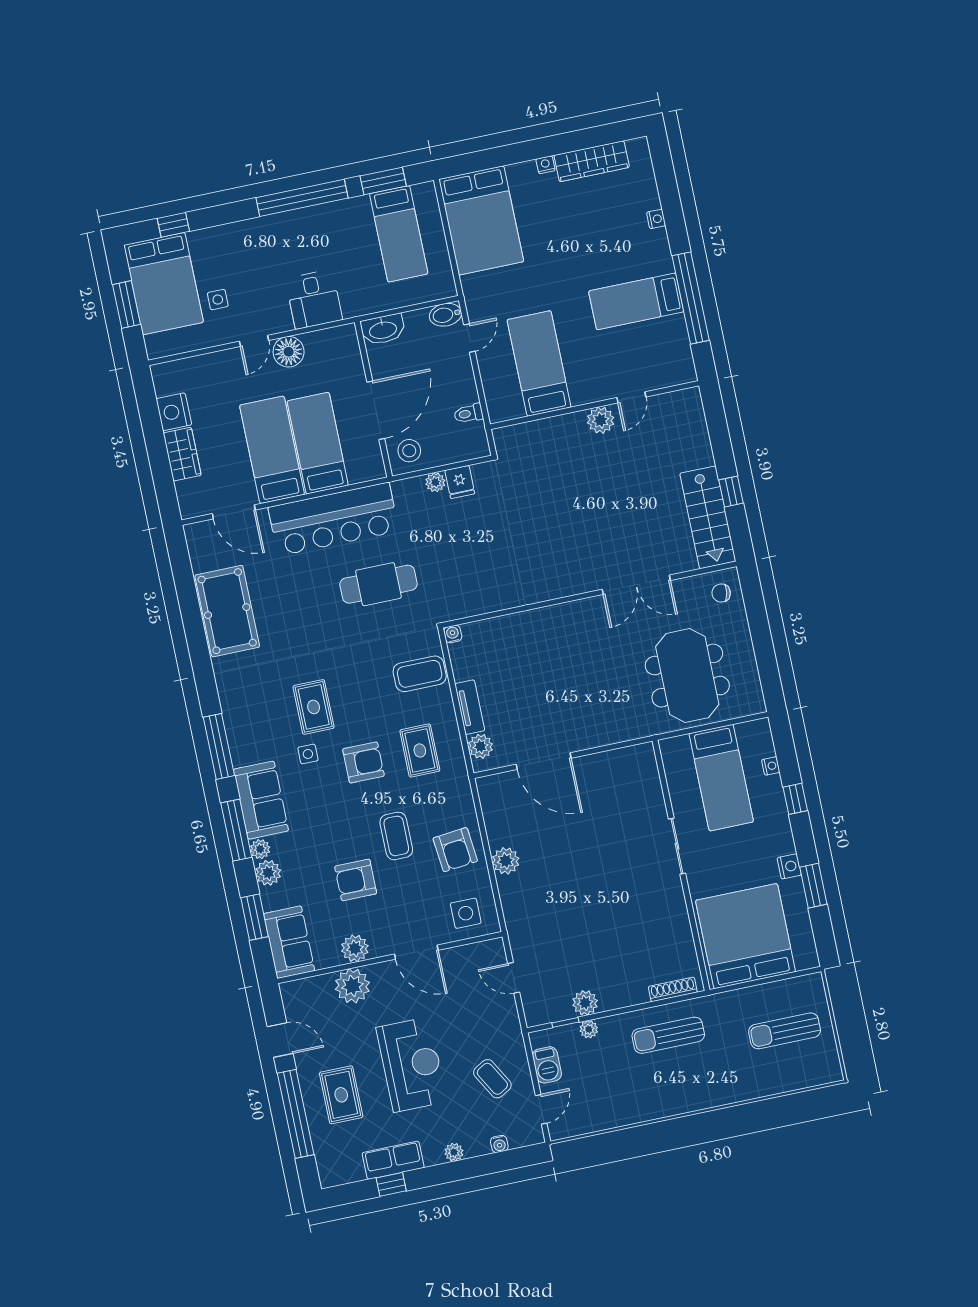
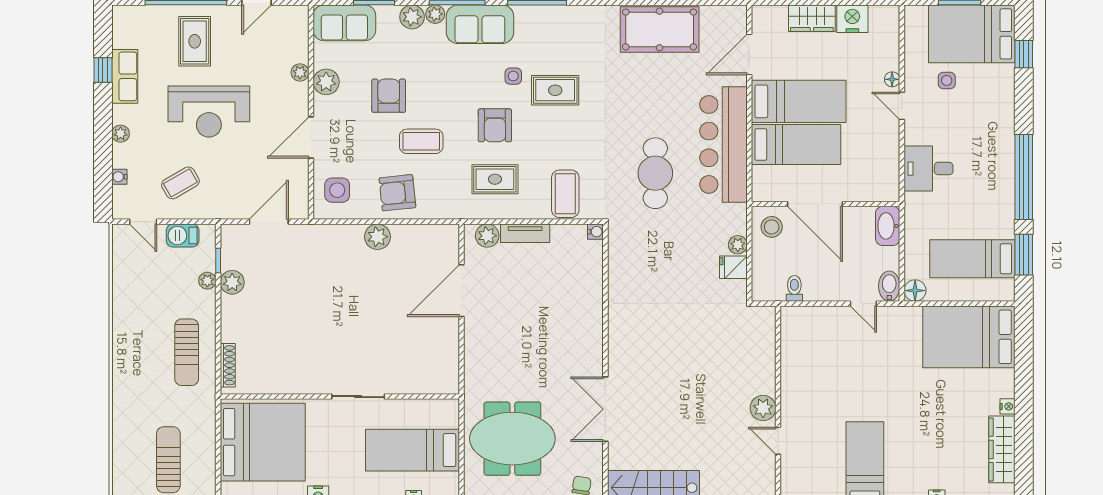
floor lamp: (444, 287) -> (915, 291), added
floor lamp: (289, 352) -> (892, 79), moved, width x0.53, depth x0.53
bed: (539, 363) -> (827, 363), removed
door: (514, 978) -> (269, 222), width x1.38
plant: (352, 986) -> (300, 72), width x0.53, depth x0.53
sun lounger: (668, 1035) -> (187, 352), turned 180
rug: (341, 1095) -> (195, 41), turned 90

